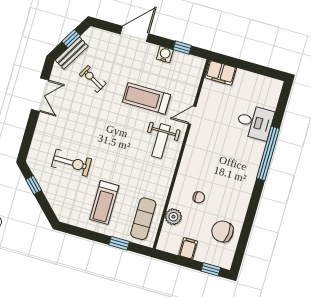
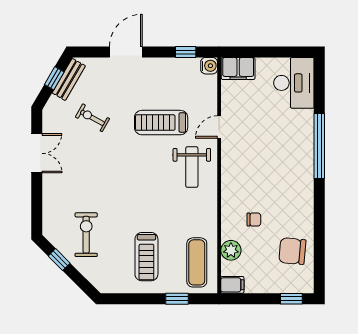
bench: (72, 53) -> (69, 79), moved
water cooler: (165, 54) -> (209, 66), moved, turned 90
desk: (255, 122) -> (294, 83), moved, width x1.37
exercise bike: (72, 163) -> (86, 235), moved, turned -90
filing cabinet: (188, 248) -> (232, 285), moved, turned 90

